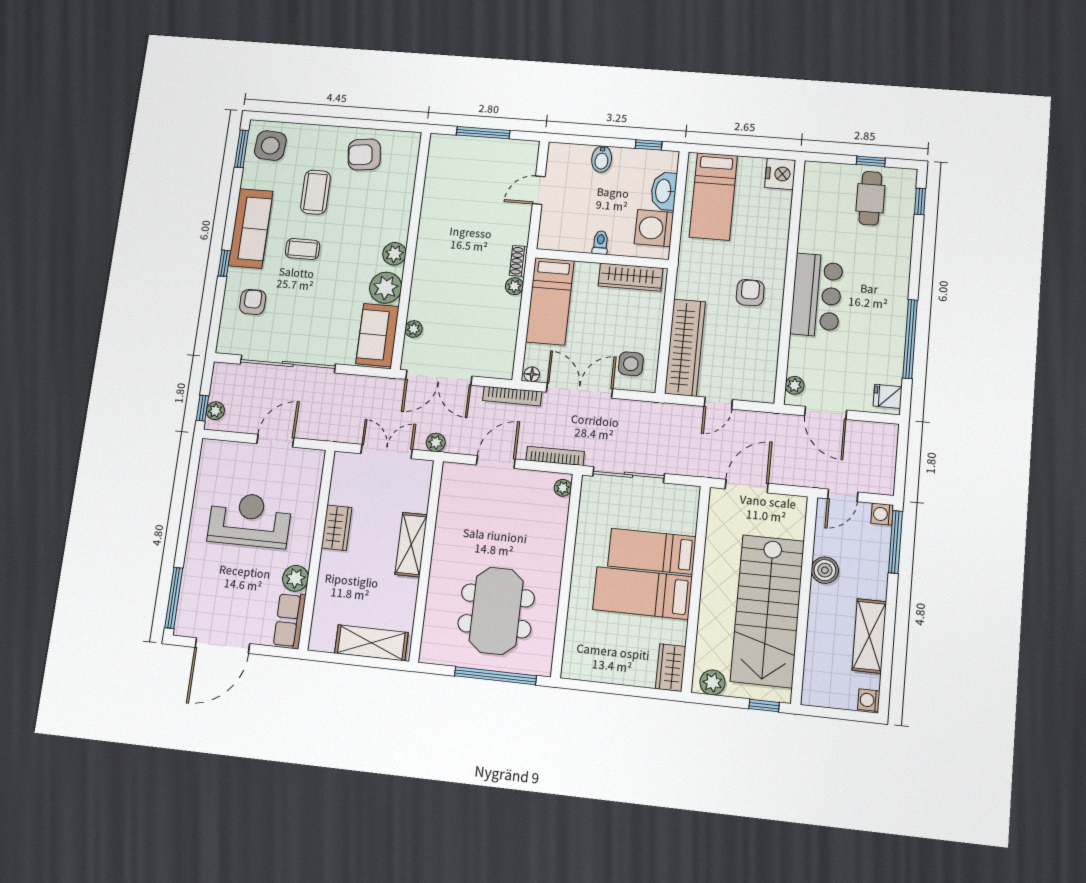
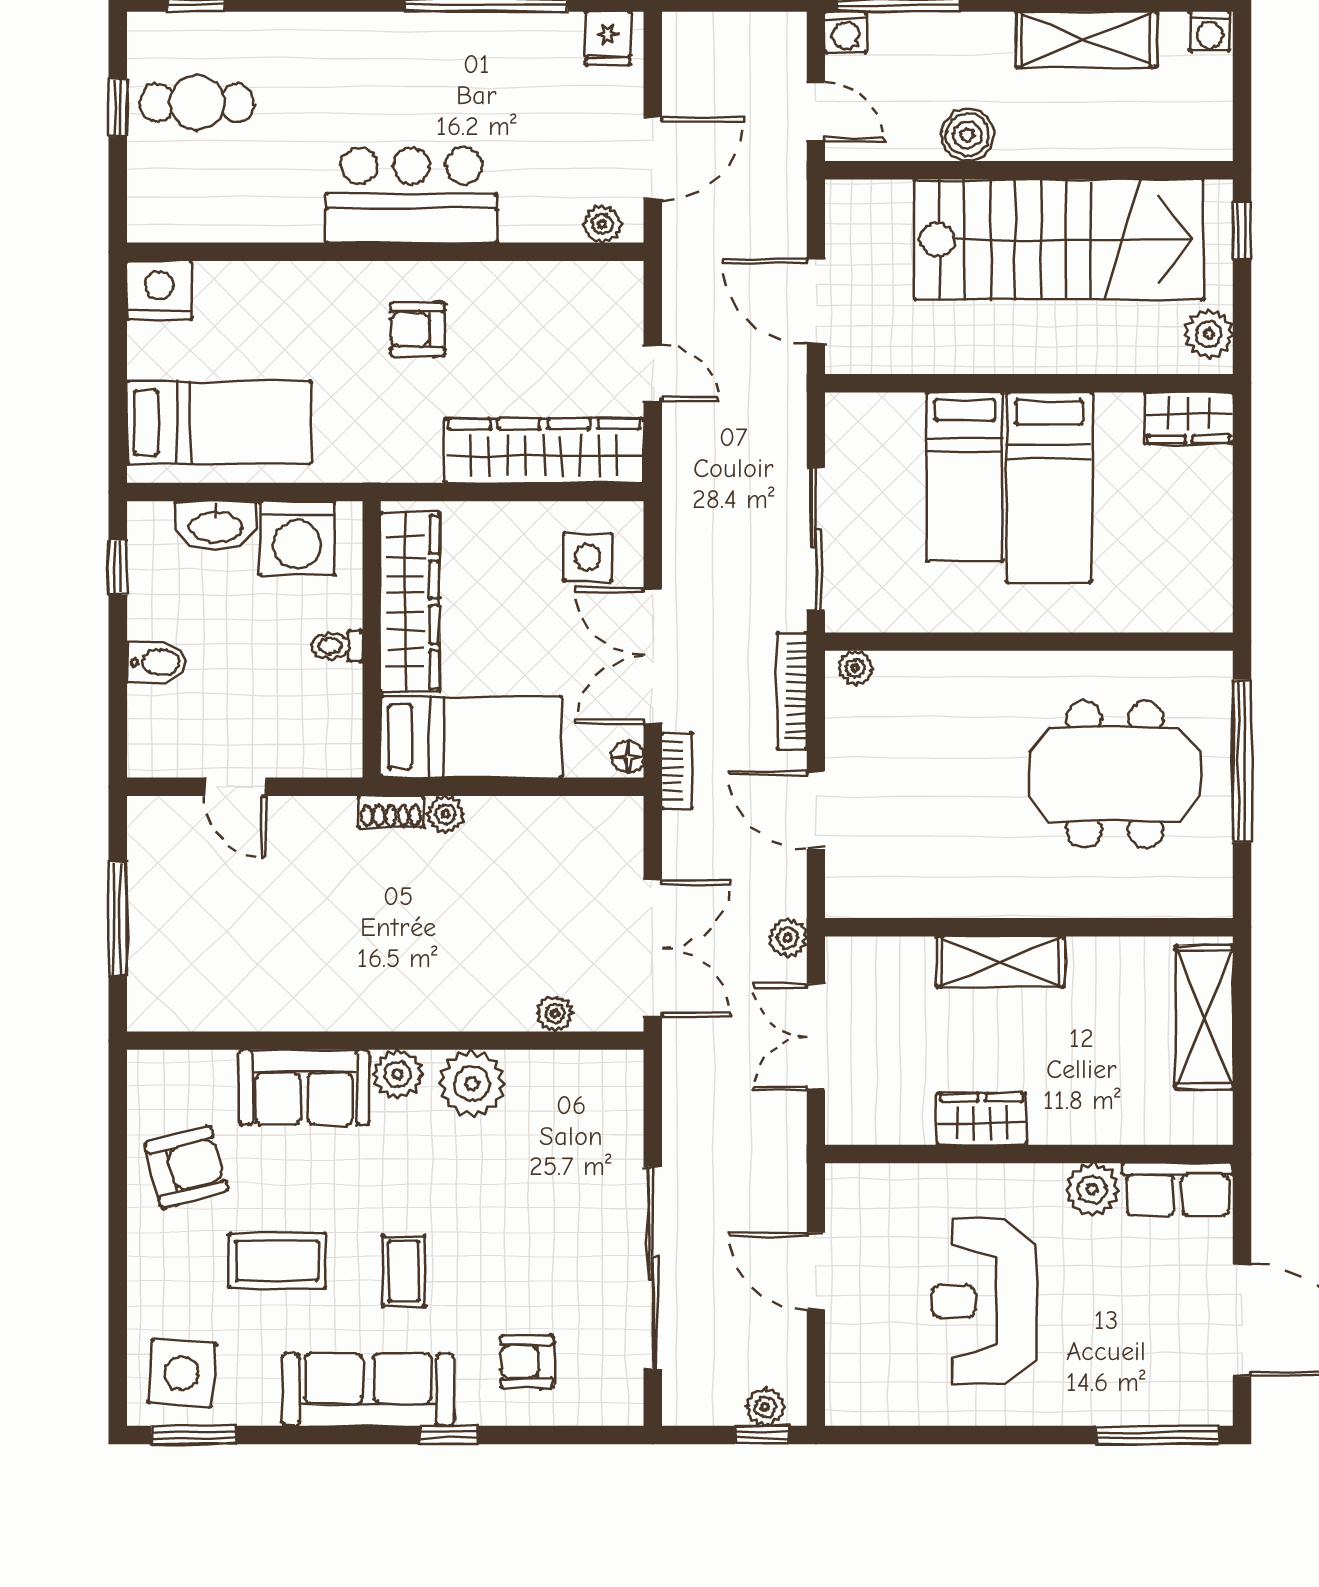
armchair: (364, 155) -> (186, 1167), turned -98
wardrobe: (630, 277) -> (410, 602), width x1.40, depth x1.17
sofa: (378, 335) -> (304, 1087), moved
bookcase: (512, 396) -> (677, 771), width x0.64

